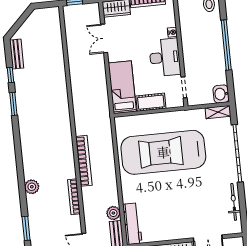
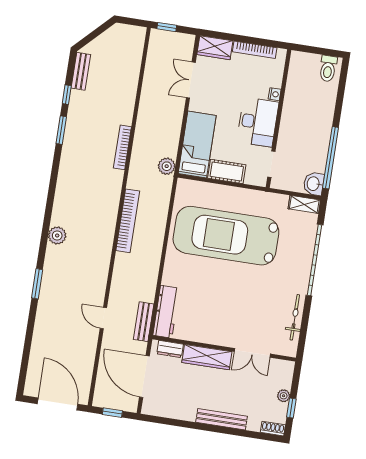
window: (226, 45) -> (331, 158), moved
bookcase: (74, 197) -> (122, 147), moved
plant: (113, 213) -> (167, 166), moved

